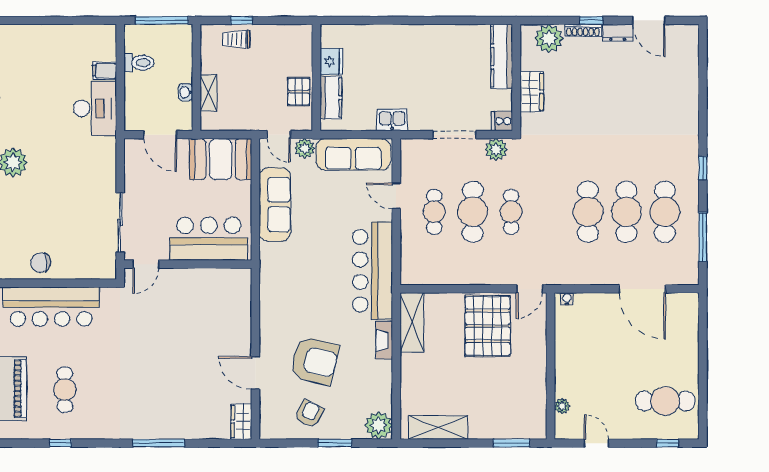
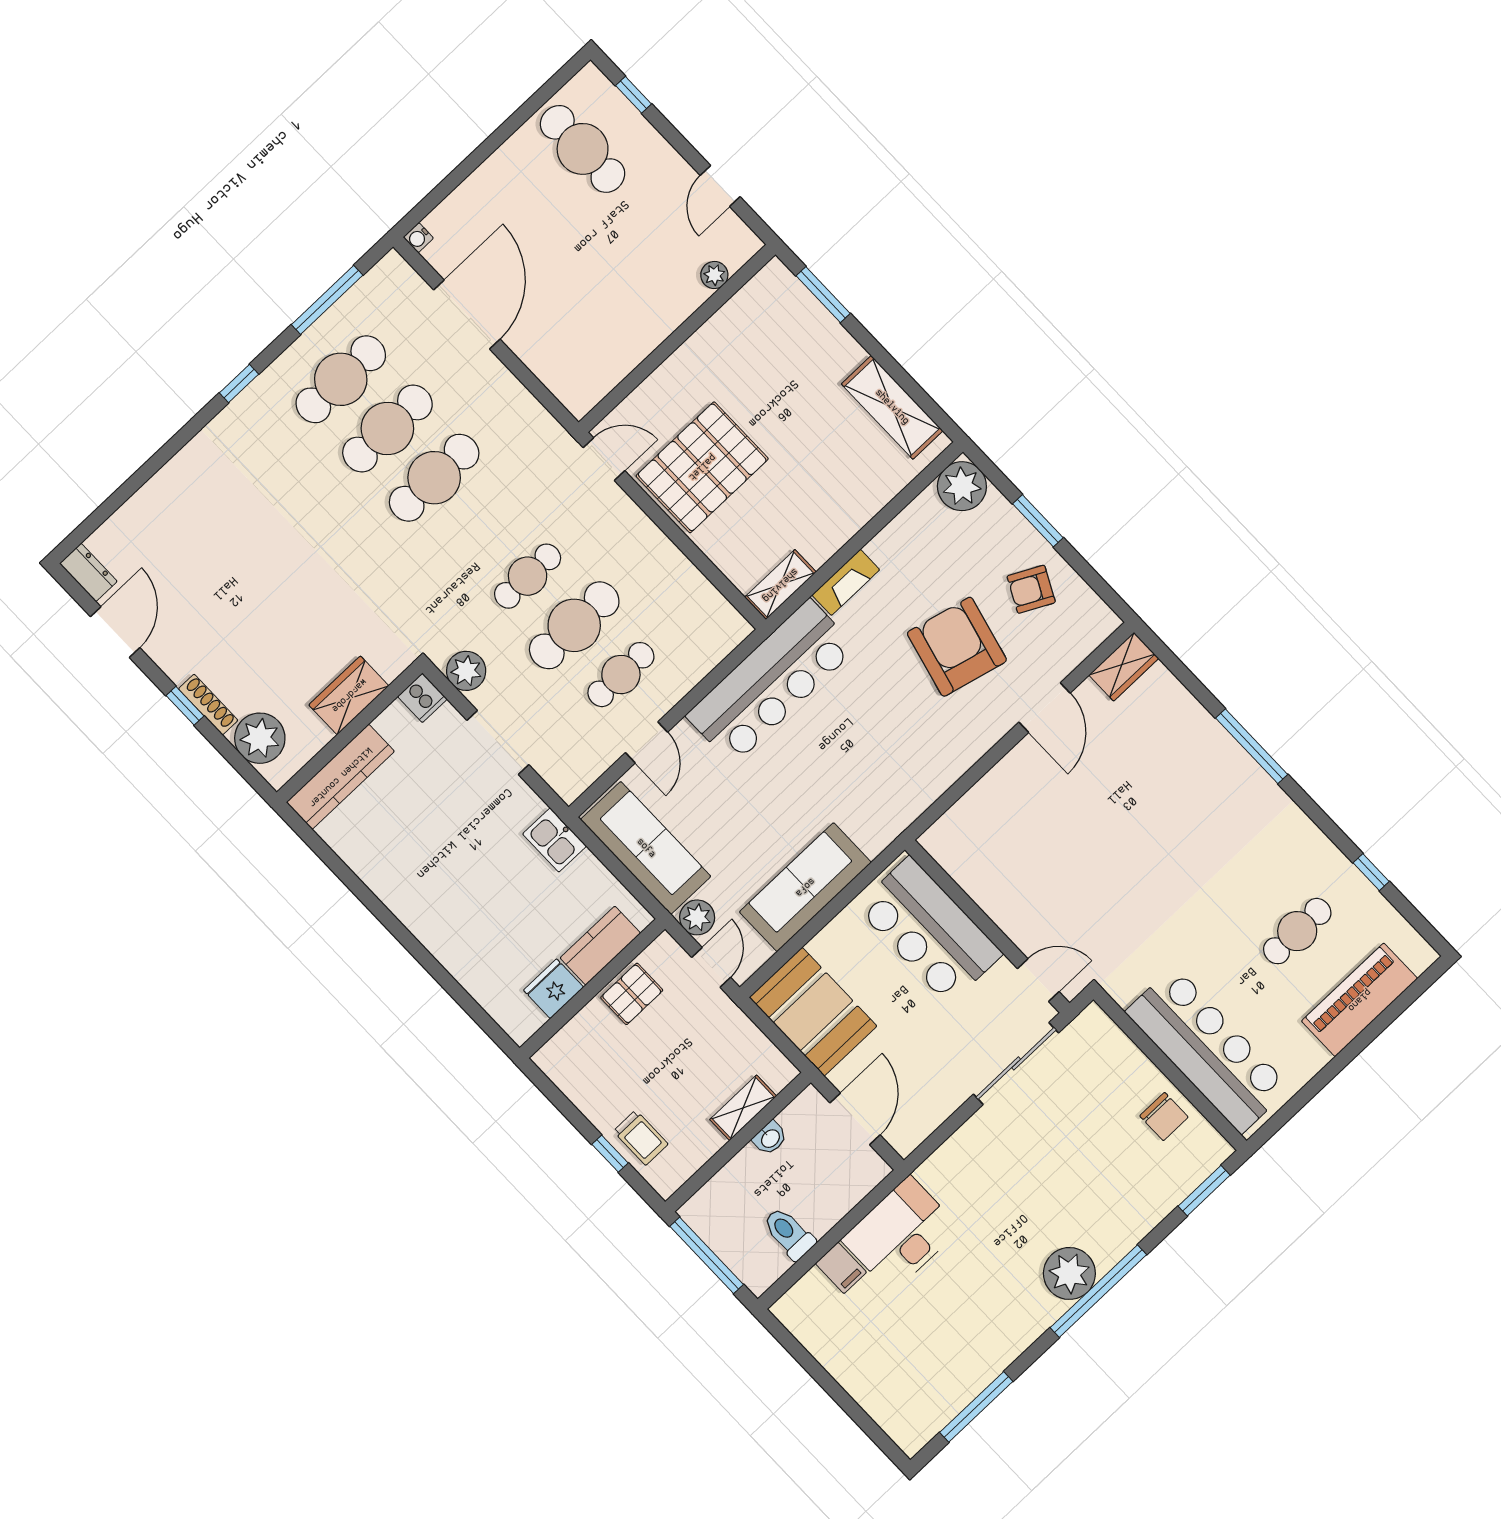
dresser: (618, 33) -> (88, 572), moved
water cooler: (567, 299) -> (418, 238), moved
shelving: (412, 322) -> (780, 585), width x0.67, depth x0.75

